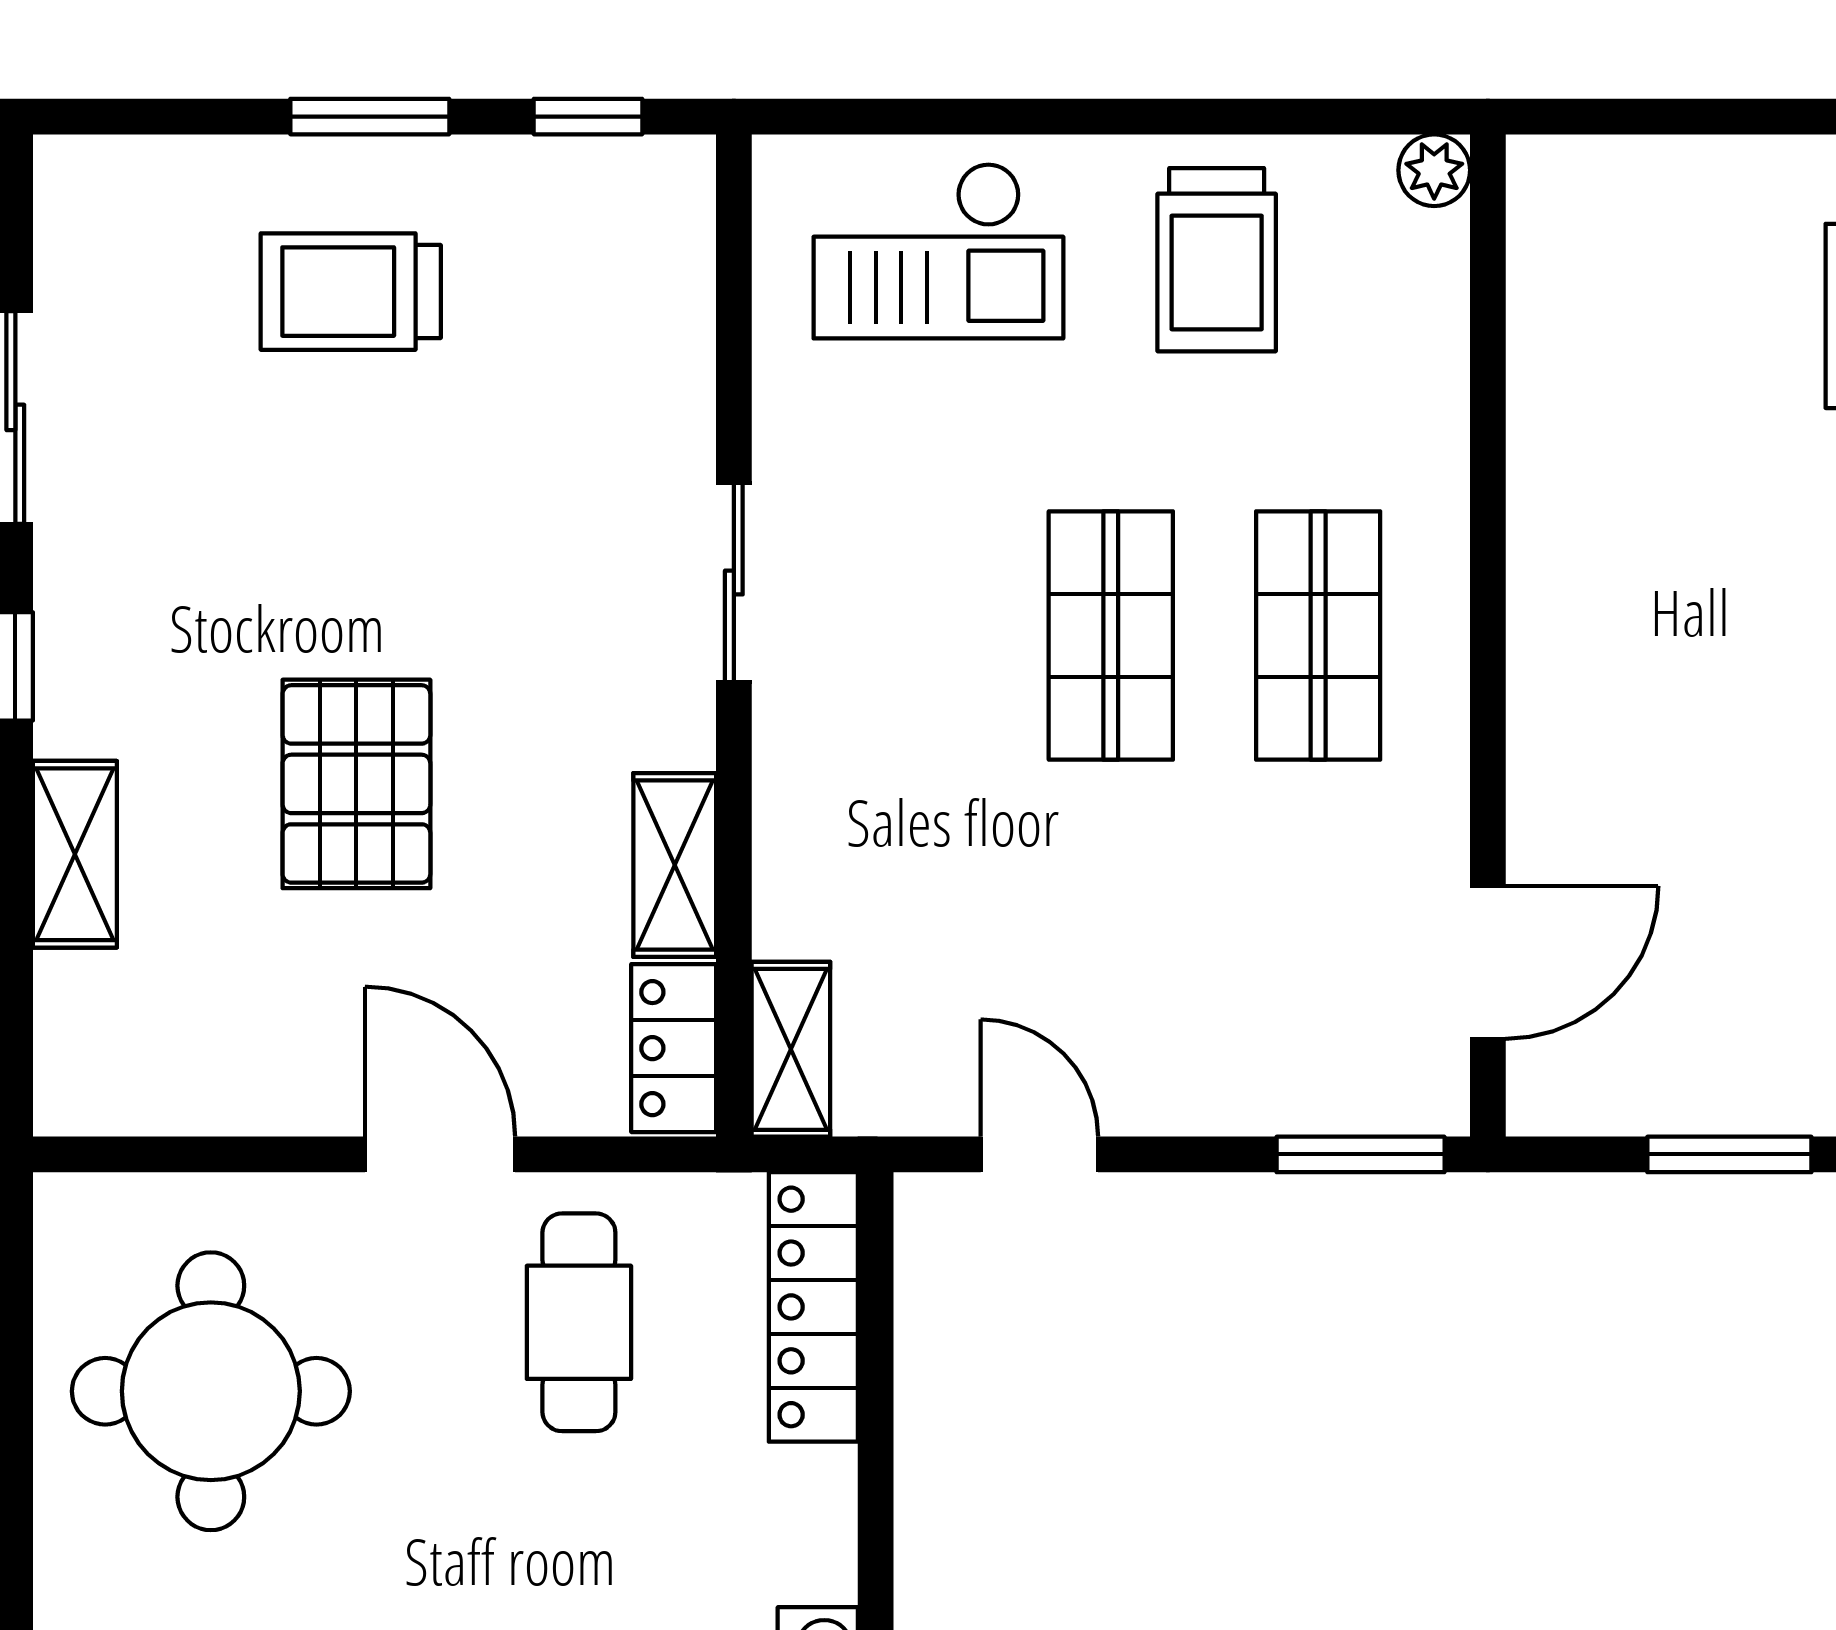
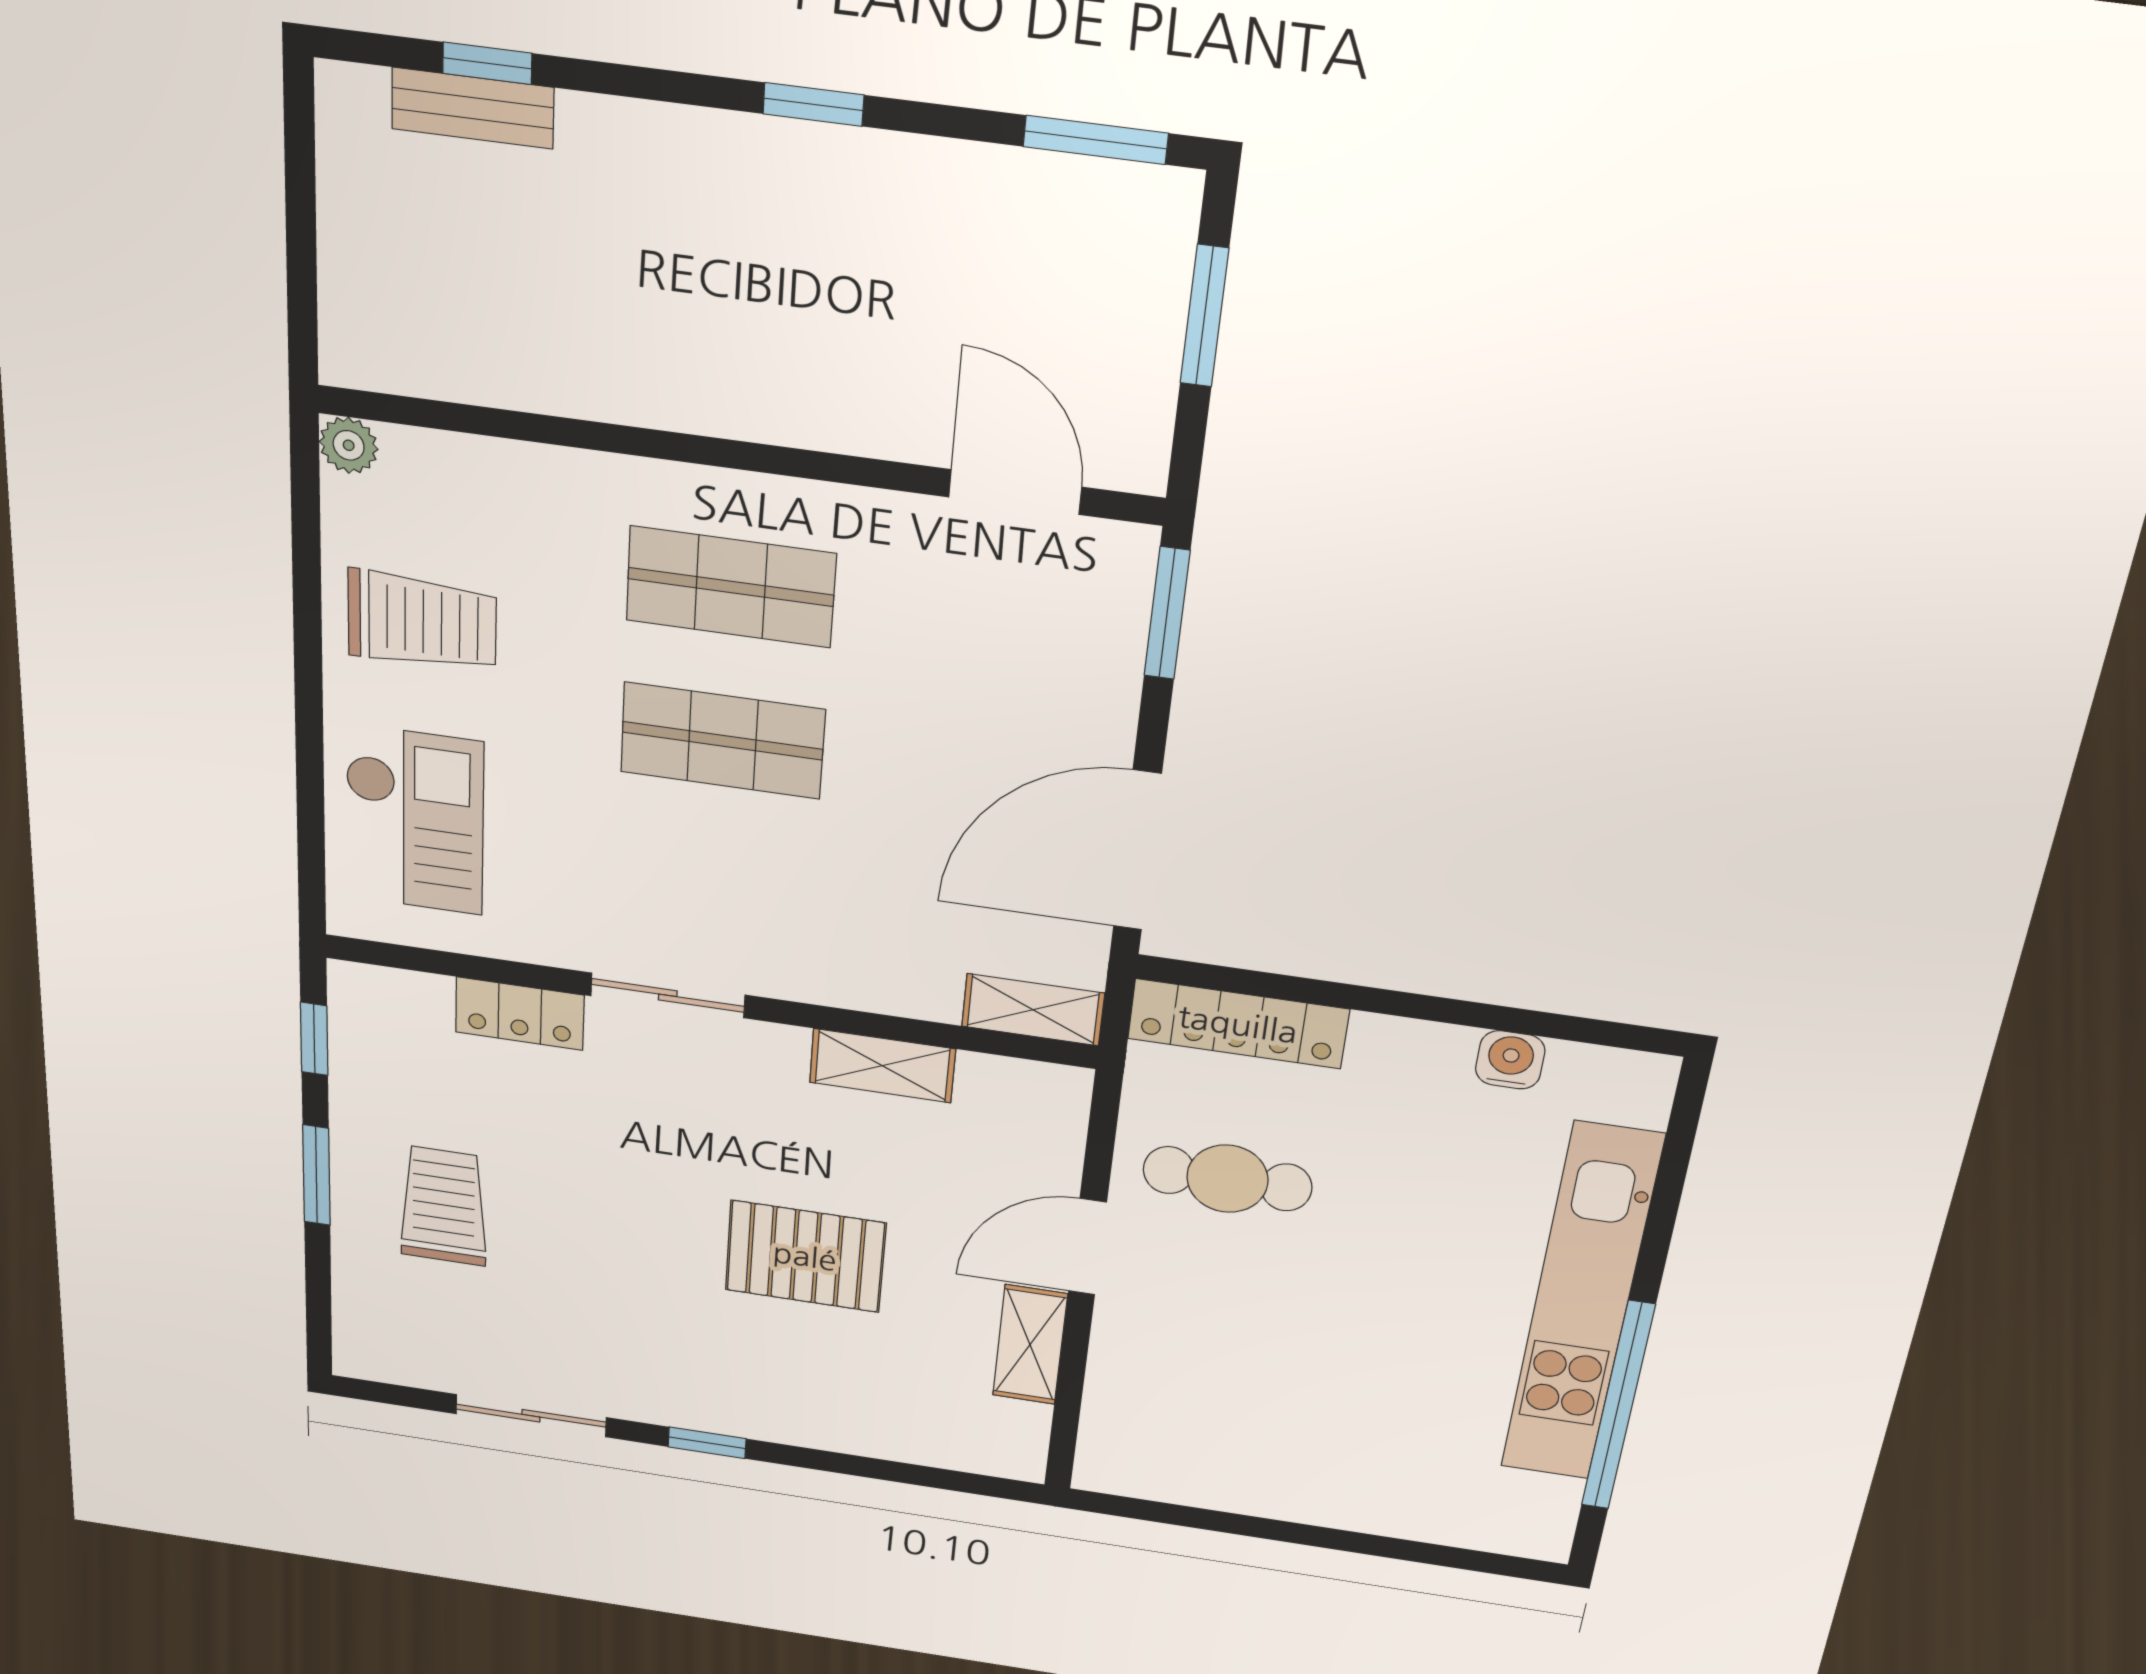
trolley: (351, 292) -> (444, 1206), turned 180
shelving: (75, 854) -> (1030, 1345), moved, turned 90
locker: (674, 1048) -> (520, 1014), moved
door: (1039, 1154) -> (1137, 850), width x1.88
round table: (211, 1391) -> (1245, 1411), removed

